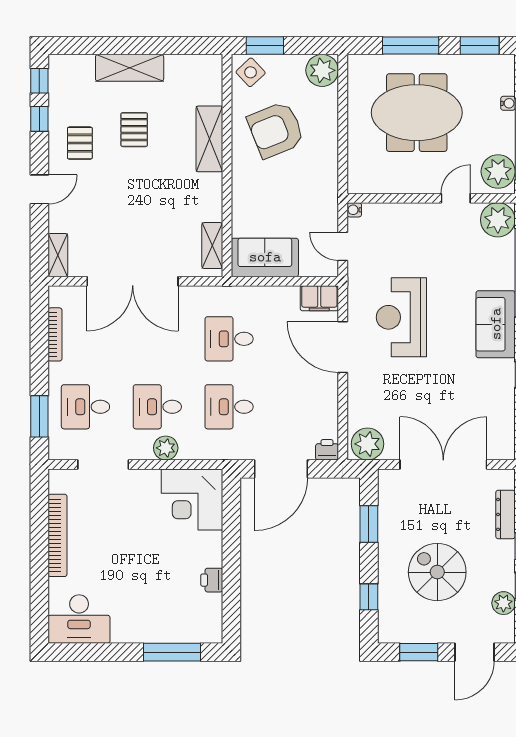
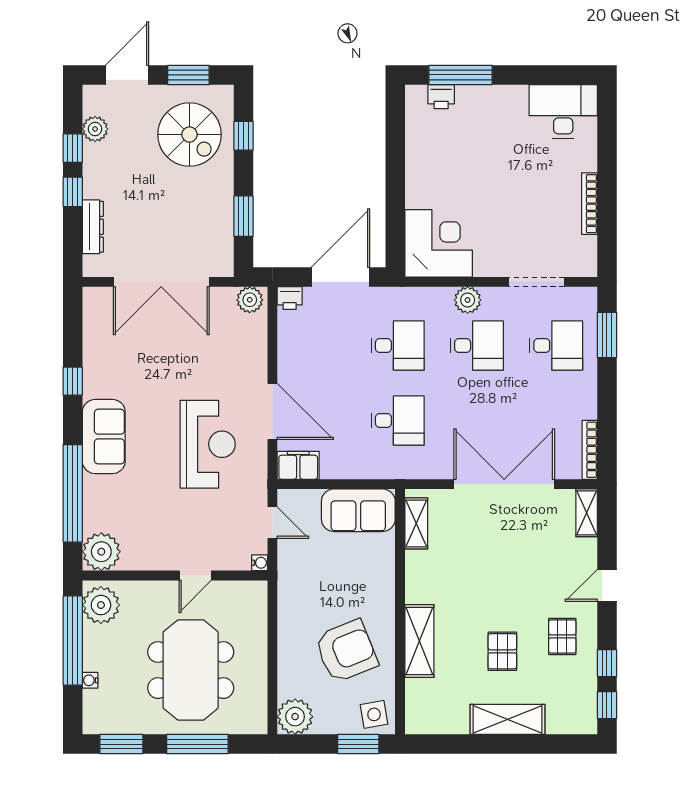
side table: (251, 72) -> (374, 714), turned 33
meeting table: (417, 113) -> (191, 670), turned 90
door: (456, 198) -> (195, 576), moved
bookcase: (55, 334) -> (590, 450), moved
plant: (368, 444) -> (250, 300), width x0.73, depth x0.73
bookcase: (57, 535) -> (589, 204), width x0.68, depth x0.76
spiral stairs: (437, 572) -> (189, 135), moved
printer: (212, 580) -> (441, 97), moved, turned 90

